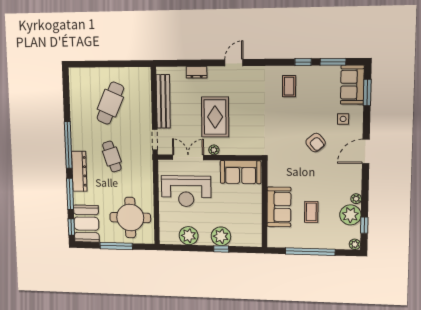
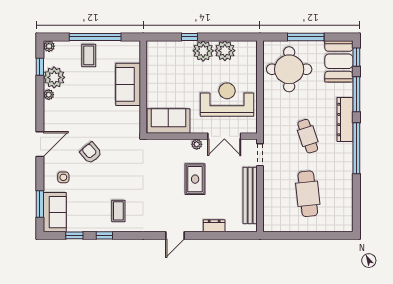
window: (333, 62) -> (74, 235), width x0.67
cafe table: (110, 103) -> (308, 194), turned -30
rug: (215, 117) -> (195, 179), width x0.73, depth x0.70
coffee table: (311, 212) -> (89, 55), moved
plant: (221, 236) -> (203, 51), moved

